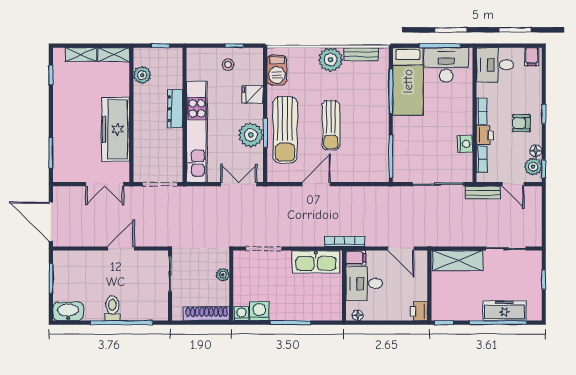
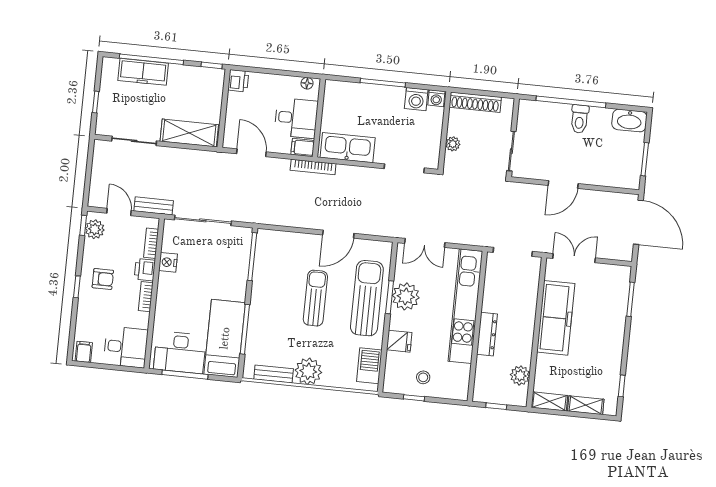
floor lamp: (536, 151) -> (90, 247), removed

